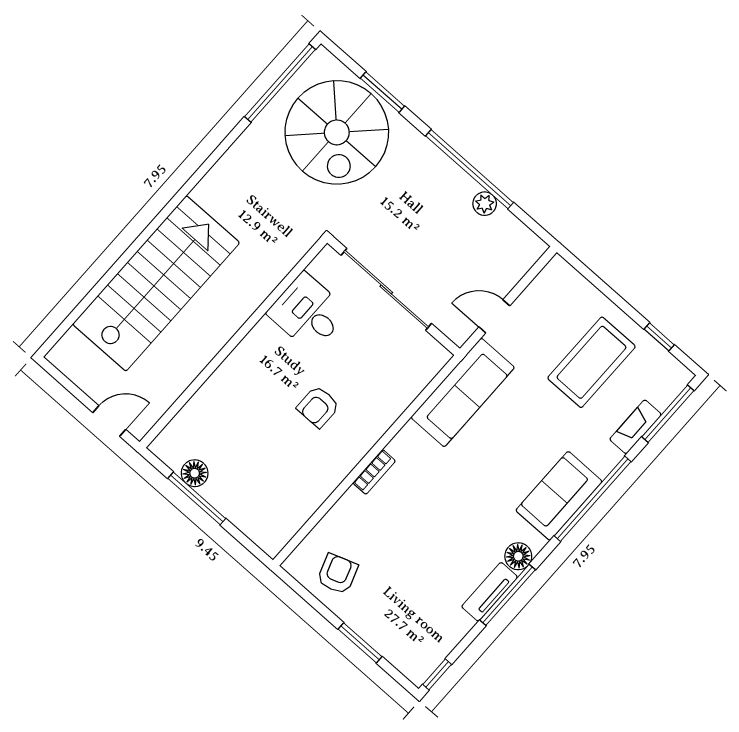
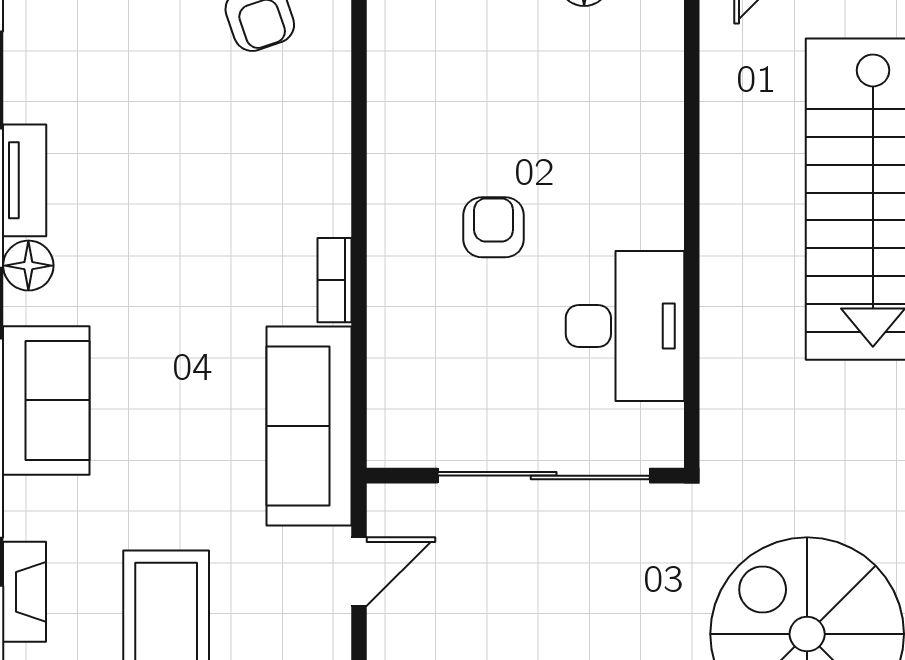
desk: (308, 312) -> (625, 326), width x1.37
bookcase: (374, 472) -> (334, 280), moved

